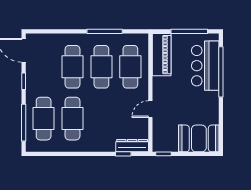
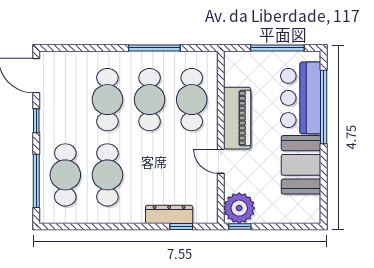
piano: (162, 55) -> (237, 118), moved
door: (150, 109) -> (221, 161), hinge flipped
booth: (199, 138) -> (301, 165), moved, turned 90
plant: (163, 141) -> (239, 208), added
dresser: (132, 146) -> (169, 214), moved

